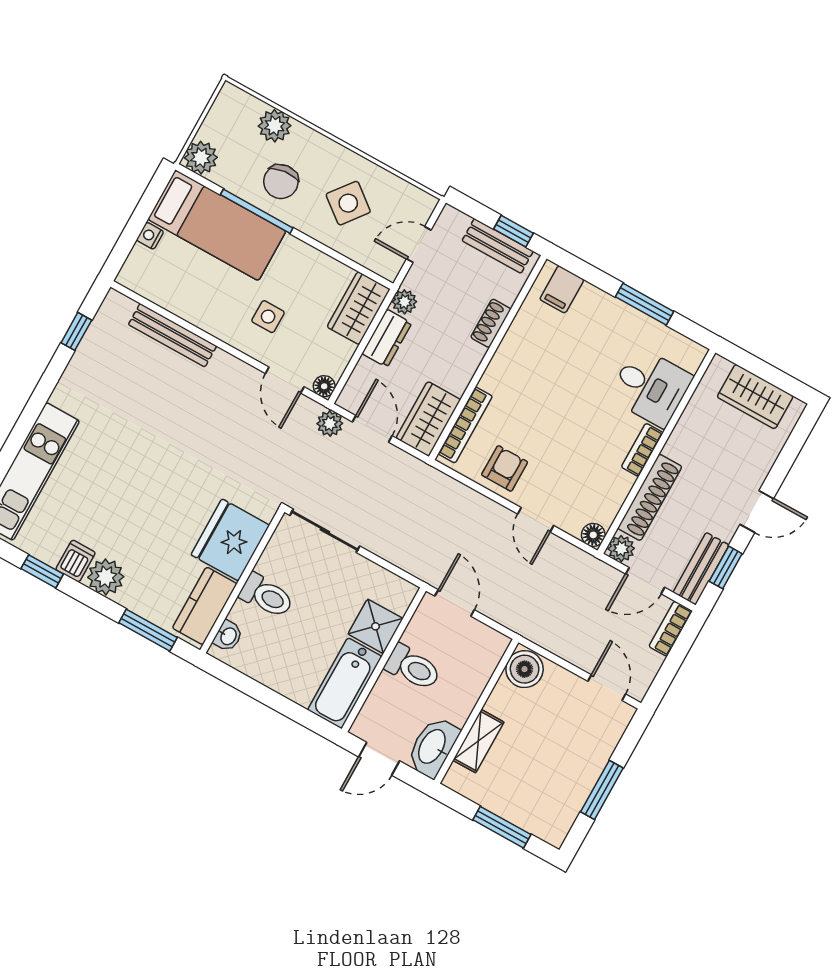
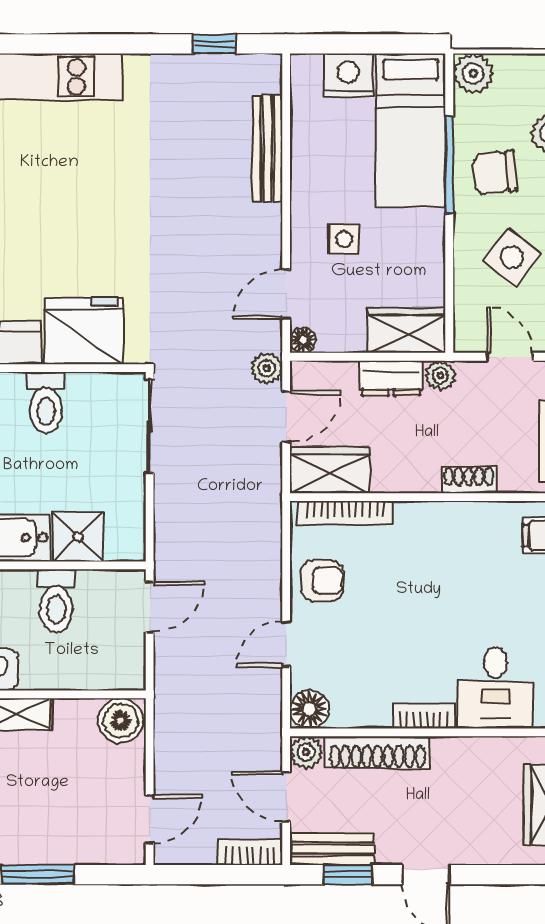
nightstand: (150, 236) -> (348, 75), width x1.89, depth x1.79
floor lamp: (593, 535) -> (309, 709), width x1.37, depth x1.37

